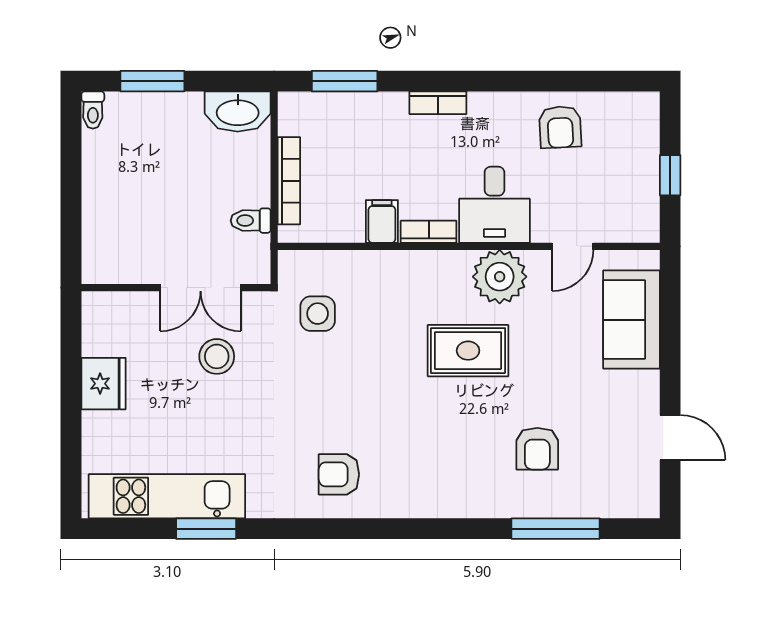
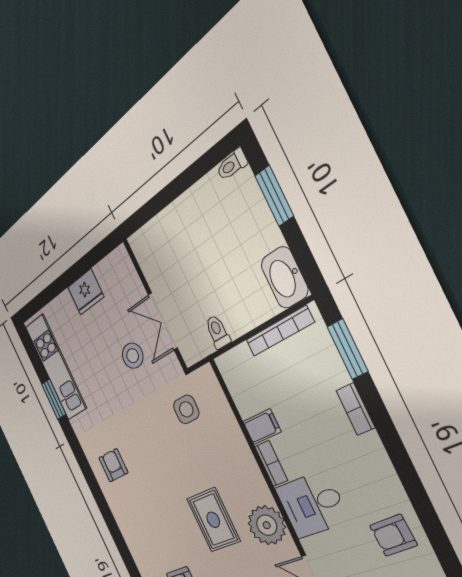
bookcase: (438, 103) -> (355, 409), moved
bookcase: (289, 181) -> (279, 331), moved

